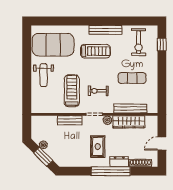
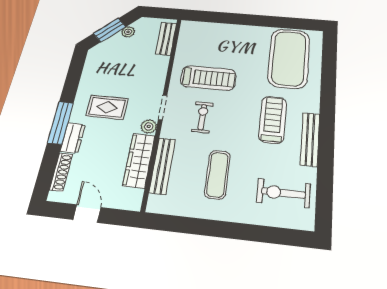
window: (162, 45) -> (276, 236), removed
treadmill: (95, 51) -> (273, 120), turned 180
weight bench: (44, 75) -> (240, 41), removed
bench: (70, 120) -> (166, 39), moved
window: (111, 171) -> (60, 123), width x0.68

